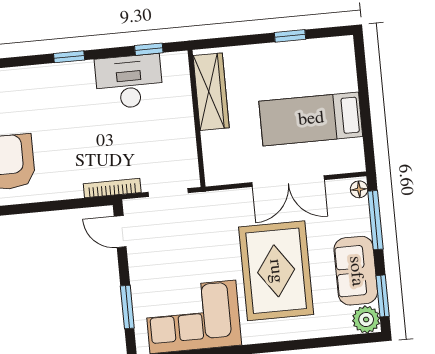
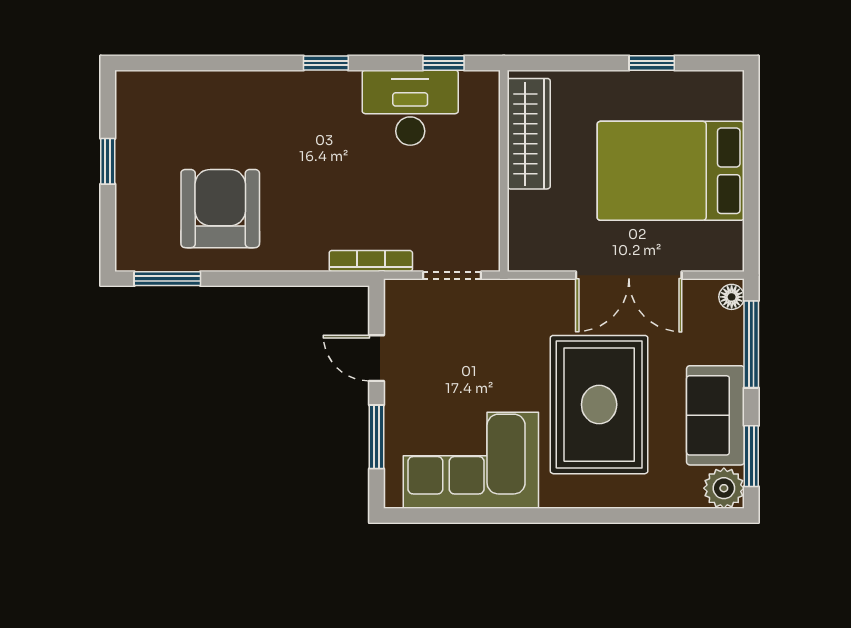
bed: (311, 119) -> (671, 171), width x1.50
door: (120, 232) -> (376, 358), moved

